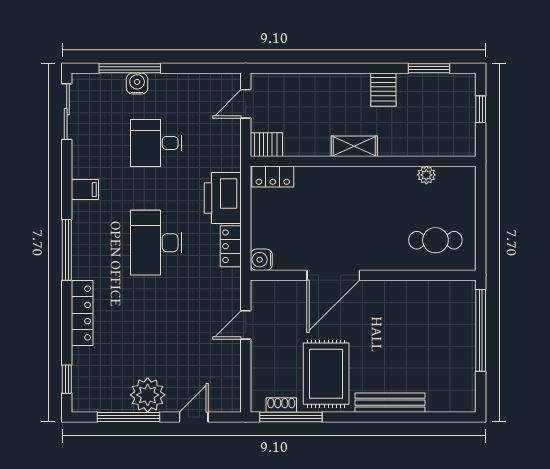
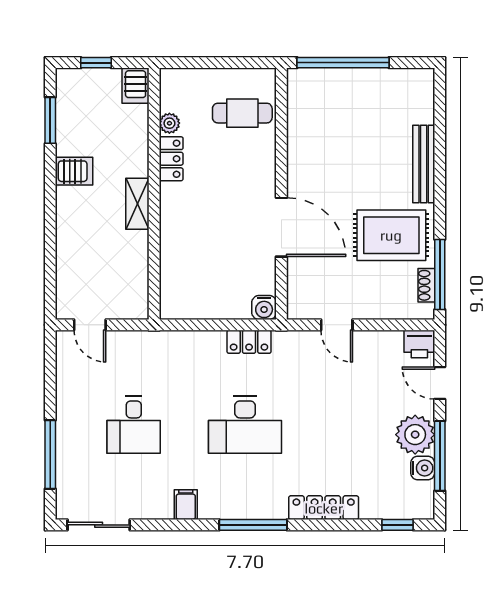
water cooler: (137, 84) -> (423, 468), moved, turned 180
server rack: (266, 145) -> (136, 86), moved, turned 180
locker: (273, 176) -> (171, 159), moved
printer: (223, 198) -> (419, 344), moved, width x0.53, depth x0.68
cafe table: (435, 240) -> (242, 113), turned 90

